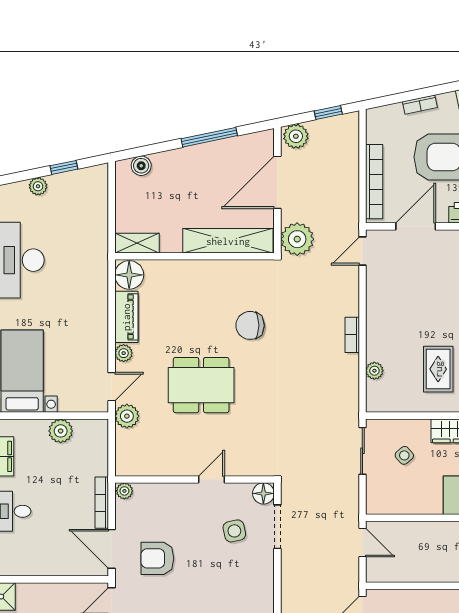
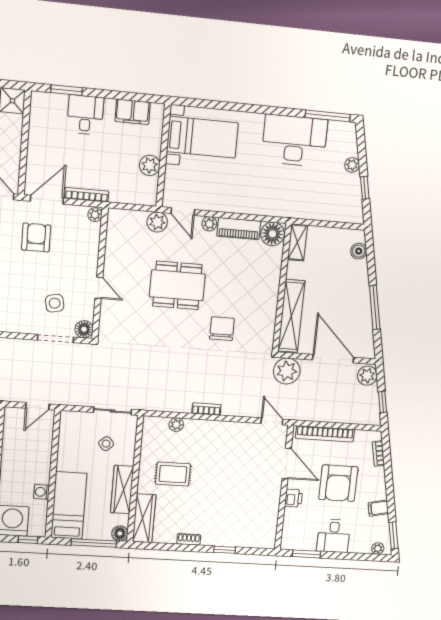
bookcase: (420, 105) -> (378, 453), moved
dining table: (201, 385) -> (177, 285), turned 90

